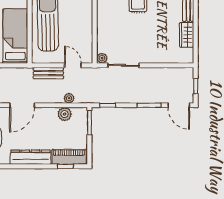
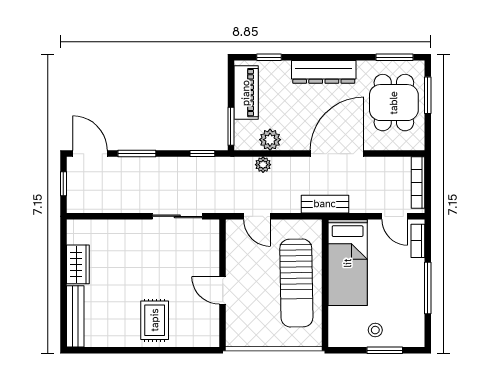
door: (95, 18) -> (223, 290), added
plant: (102, 58) -> (211, 228), removed
bench: (48, 73) -> (325, 204), moved
door: (22, 105) -> (337, 154), width x1.36
piano: (69, 157) -> (246, 93), moved, turned -90

